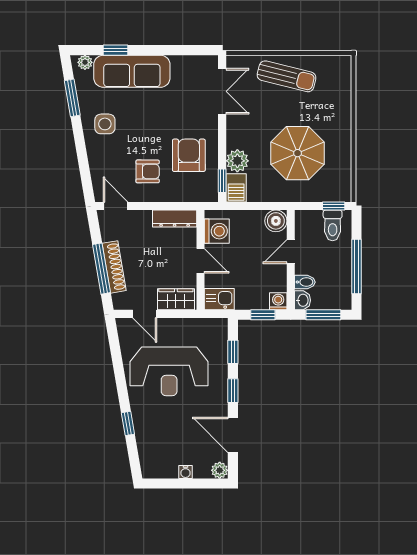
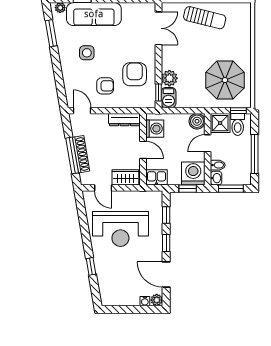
side table: (105, 124) -> (87, 53), moved
parasol: (298, 153) -> (225, 80), moved
shower: (308, 223) -> (220, 123), added
washing machine: (278, 301) -> (193, 173), width x1.89, depth x1.89
water cooler: (185, 472) -> (145, 301), moved

